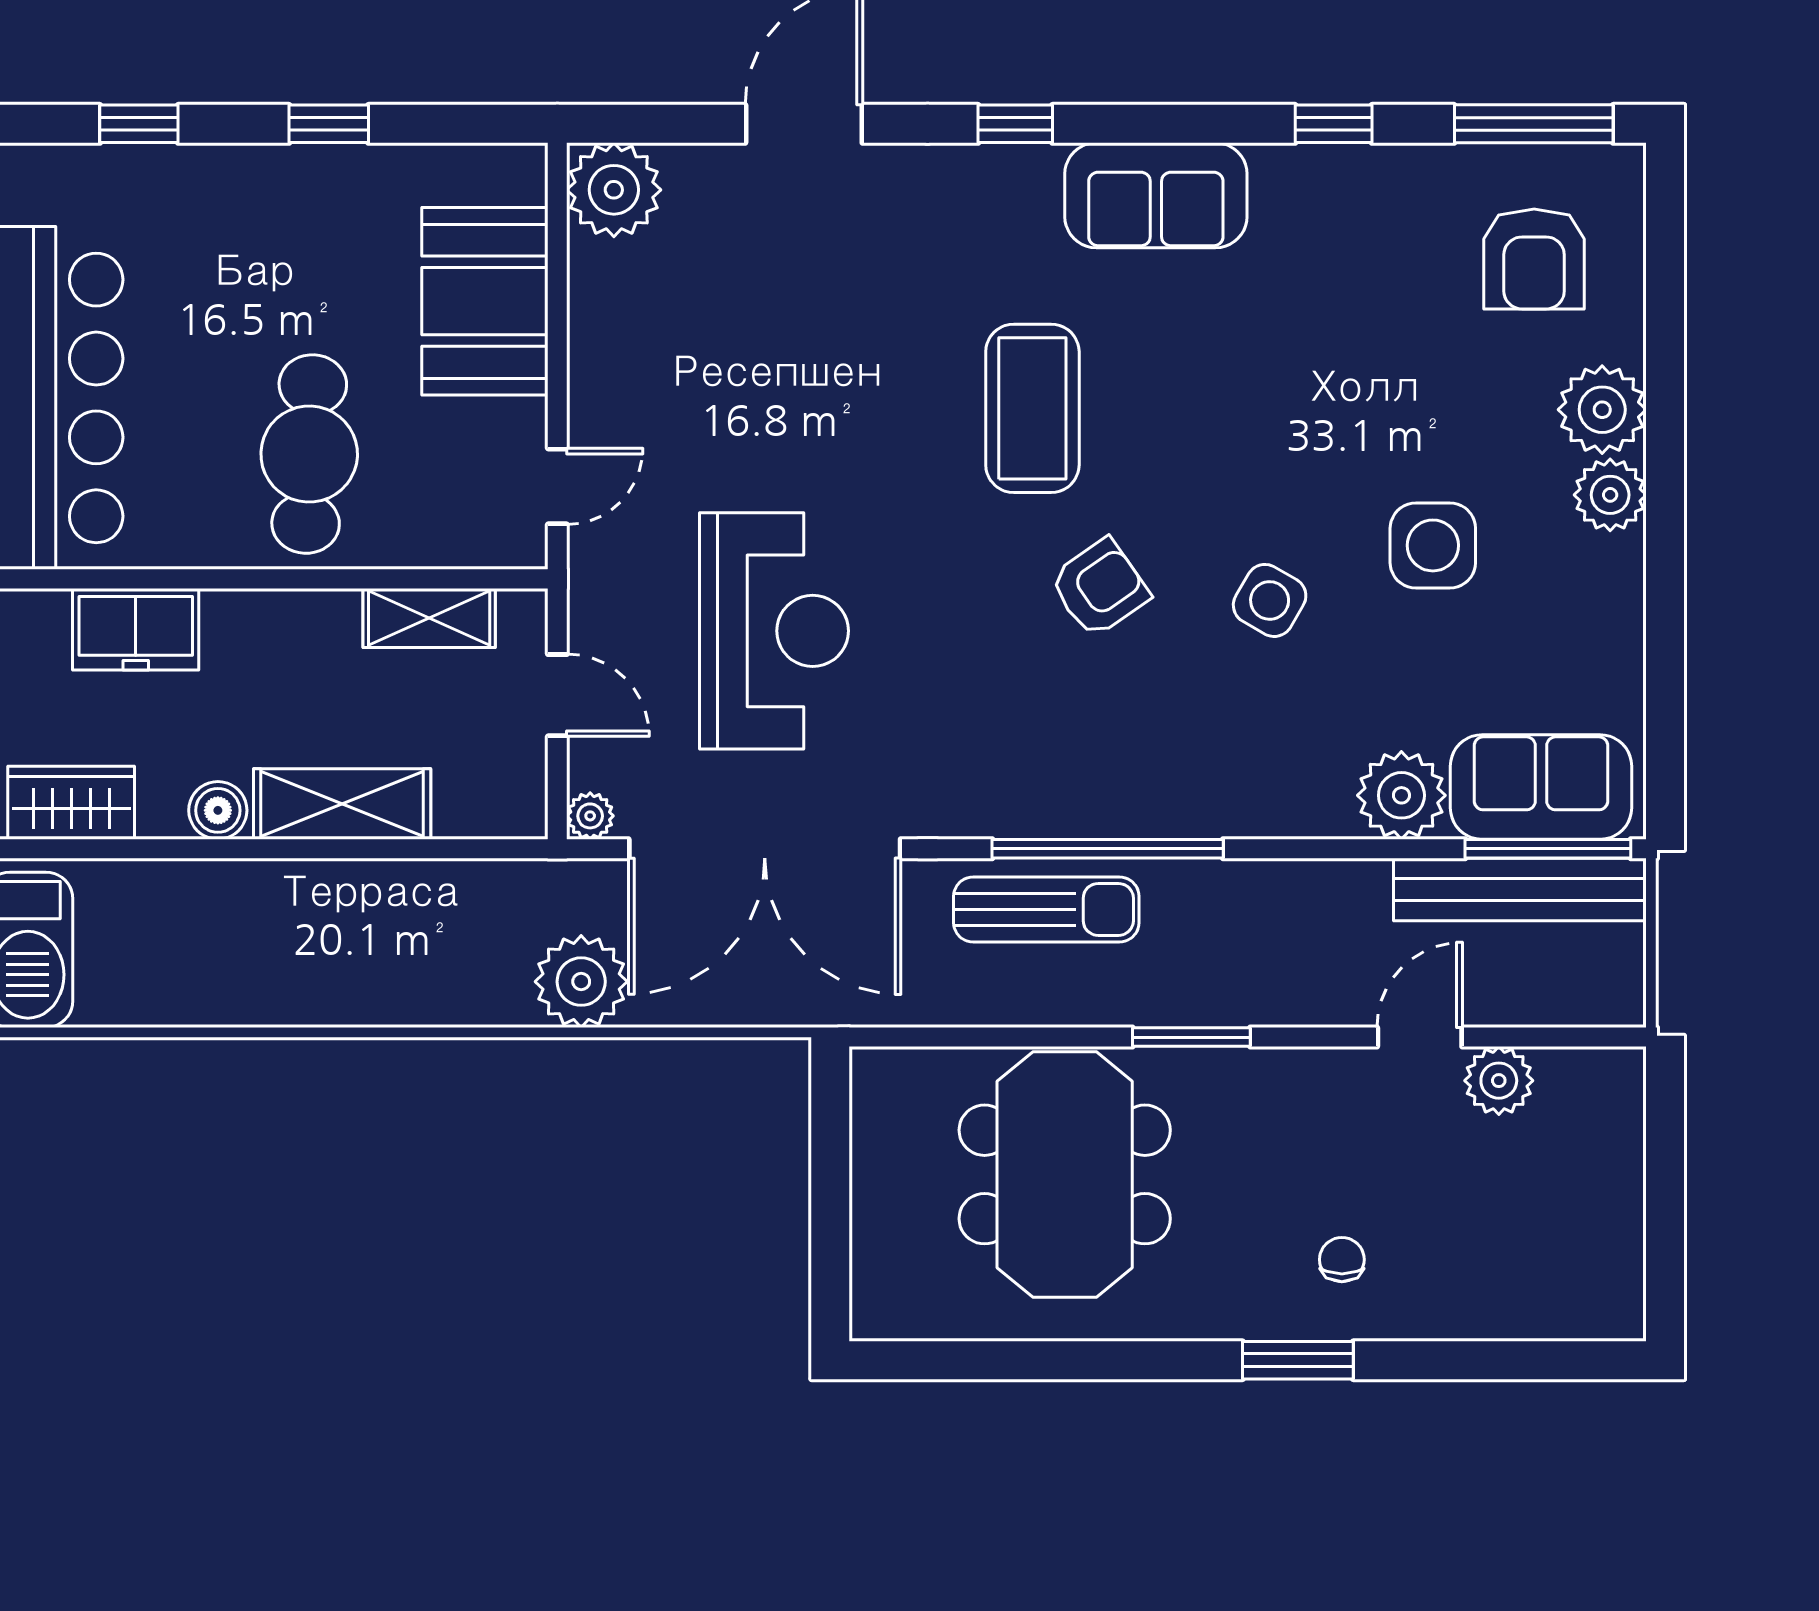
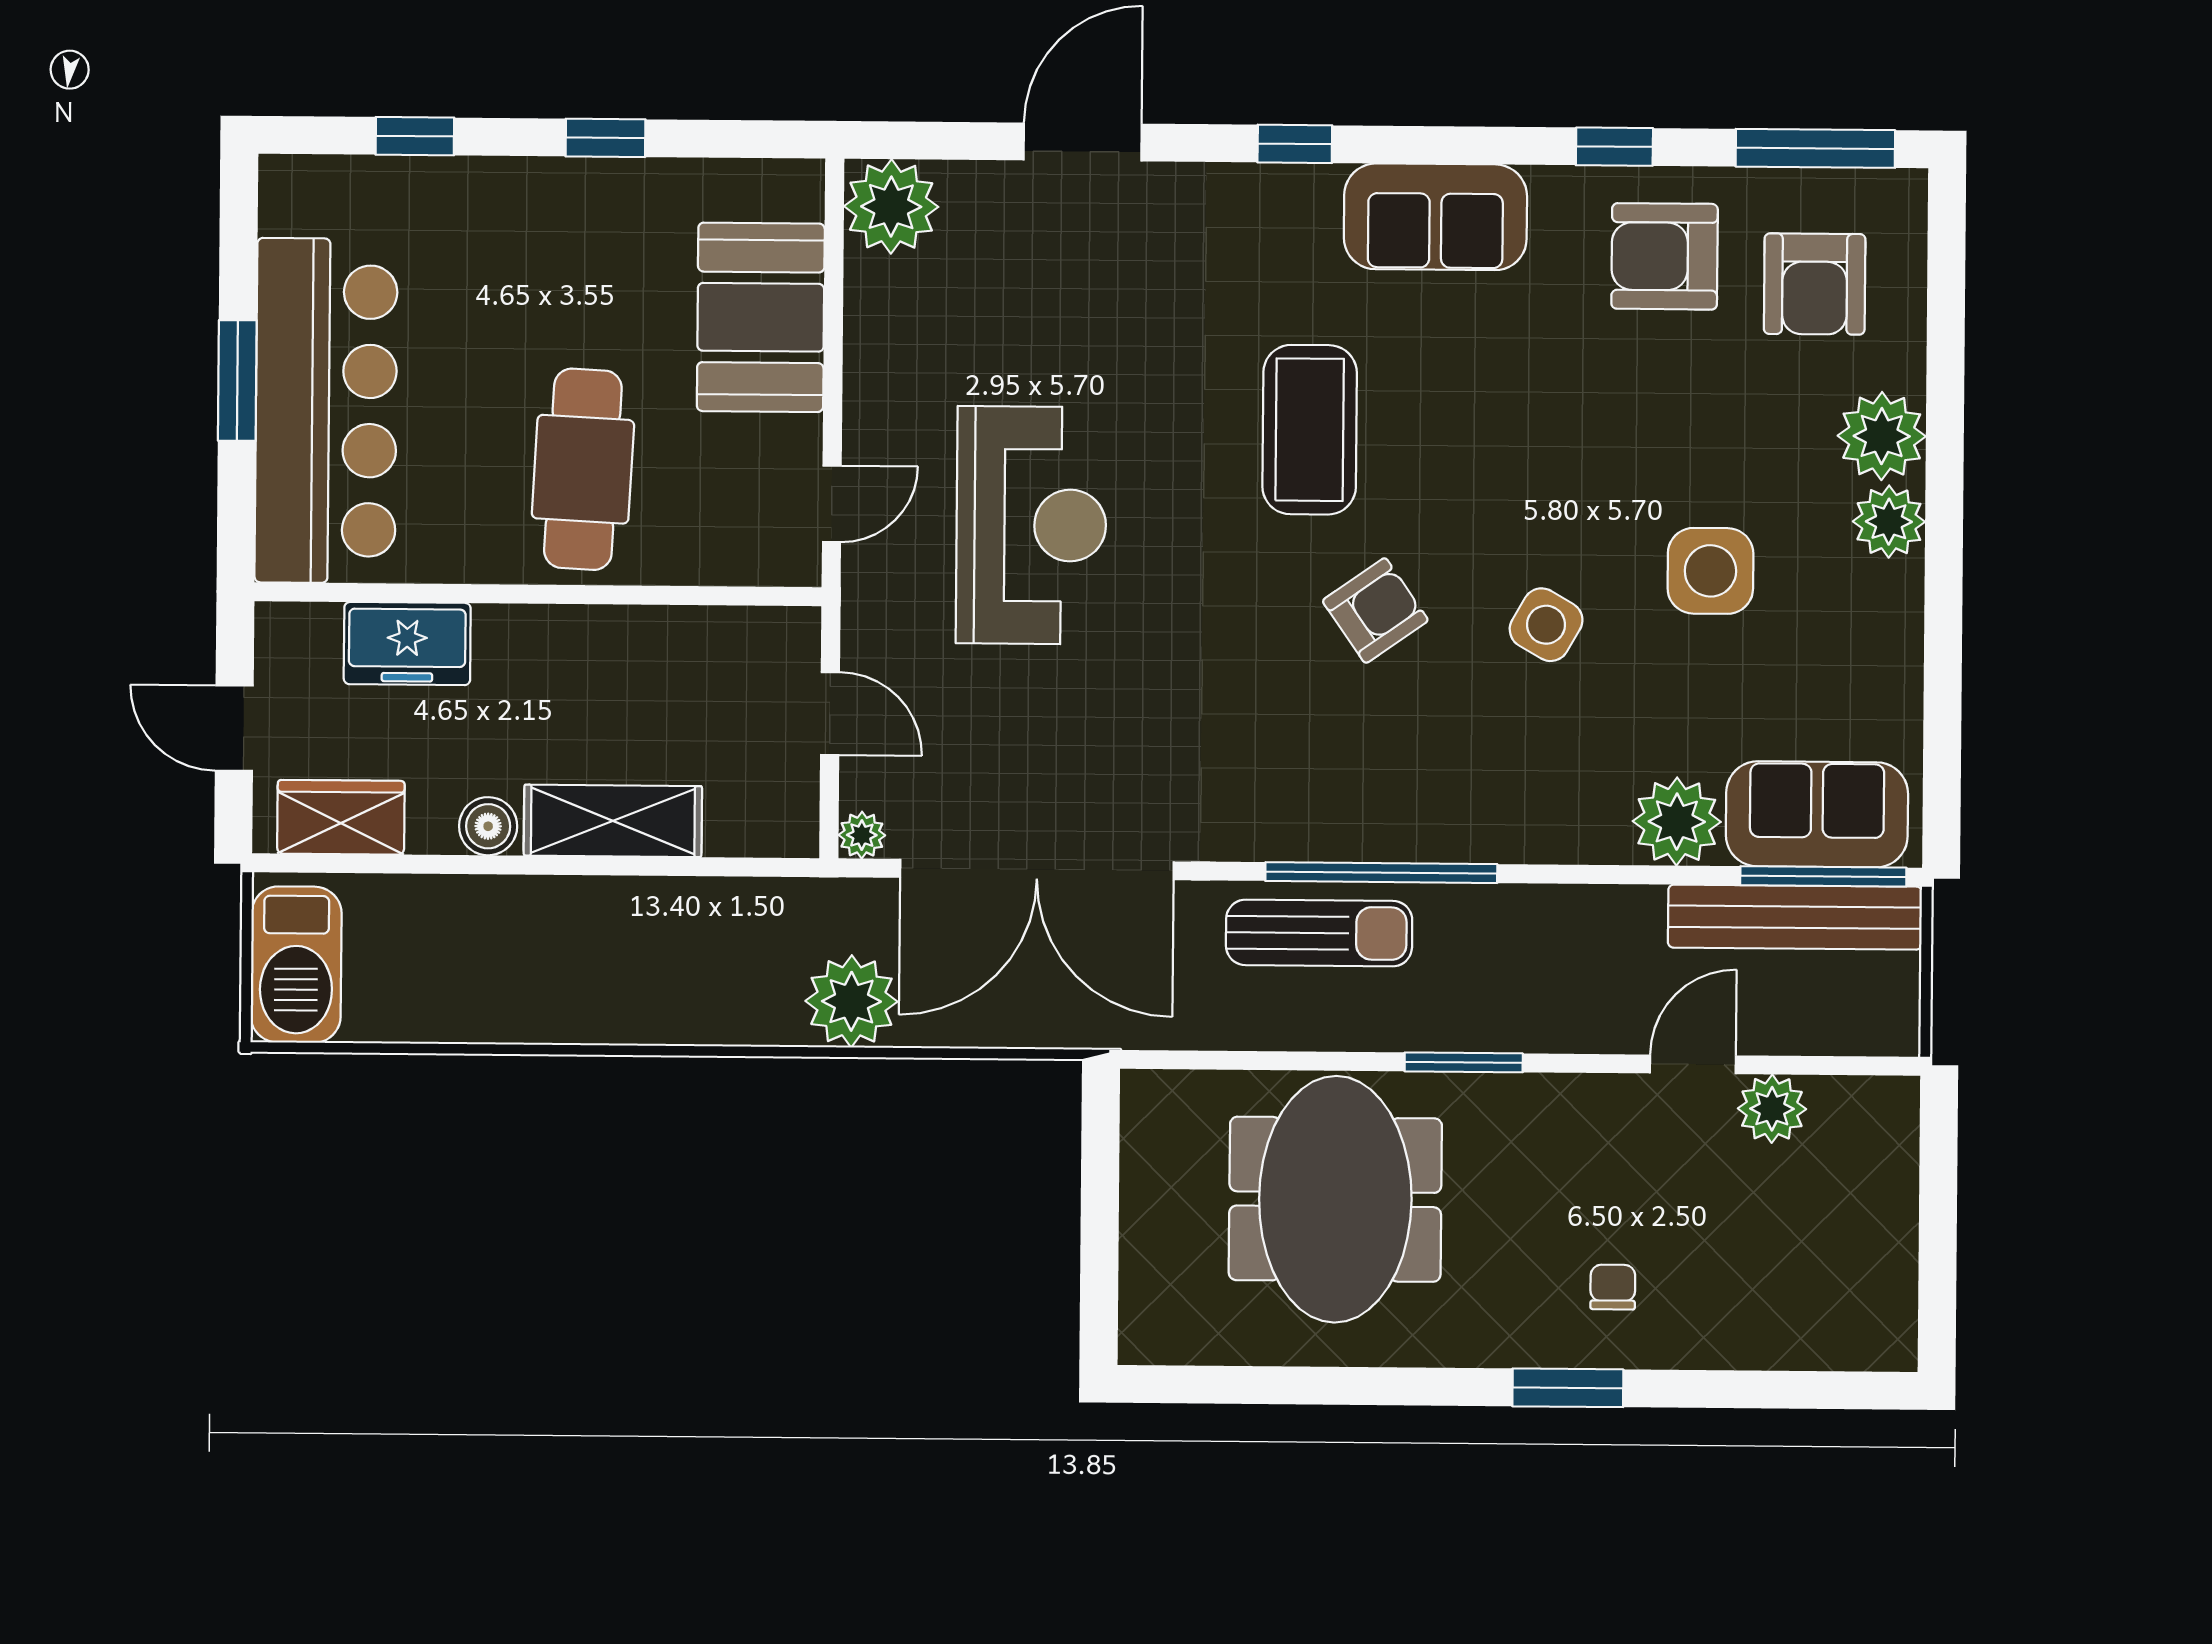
armchair: (1384, 233) -> (1665, 256), added
shelving: (429, 618) -> (702, 635), removed
reception desk: (774, 631) -> (1031, 525), moved

